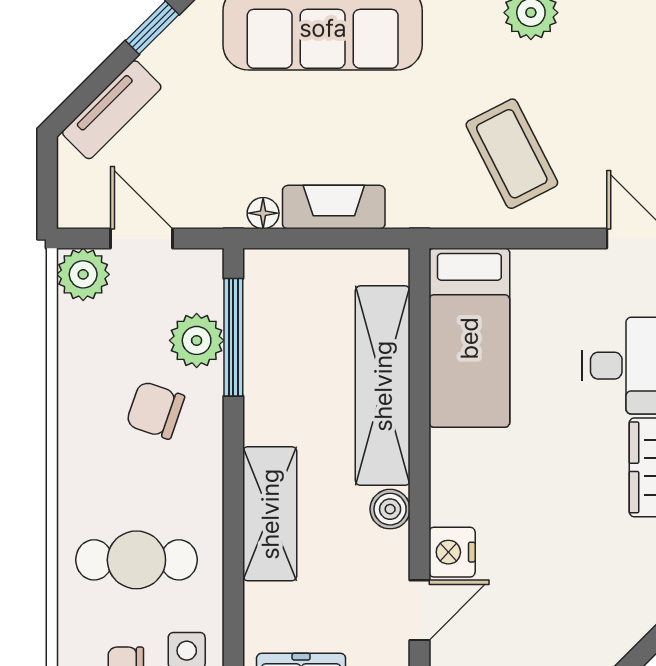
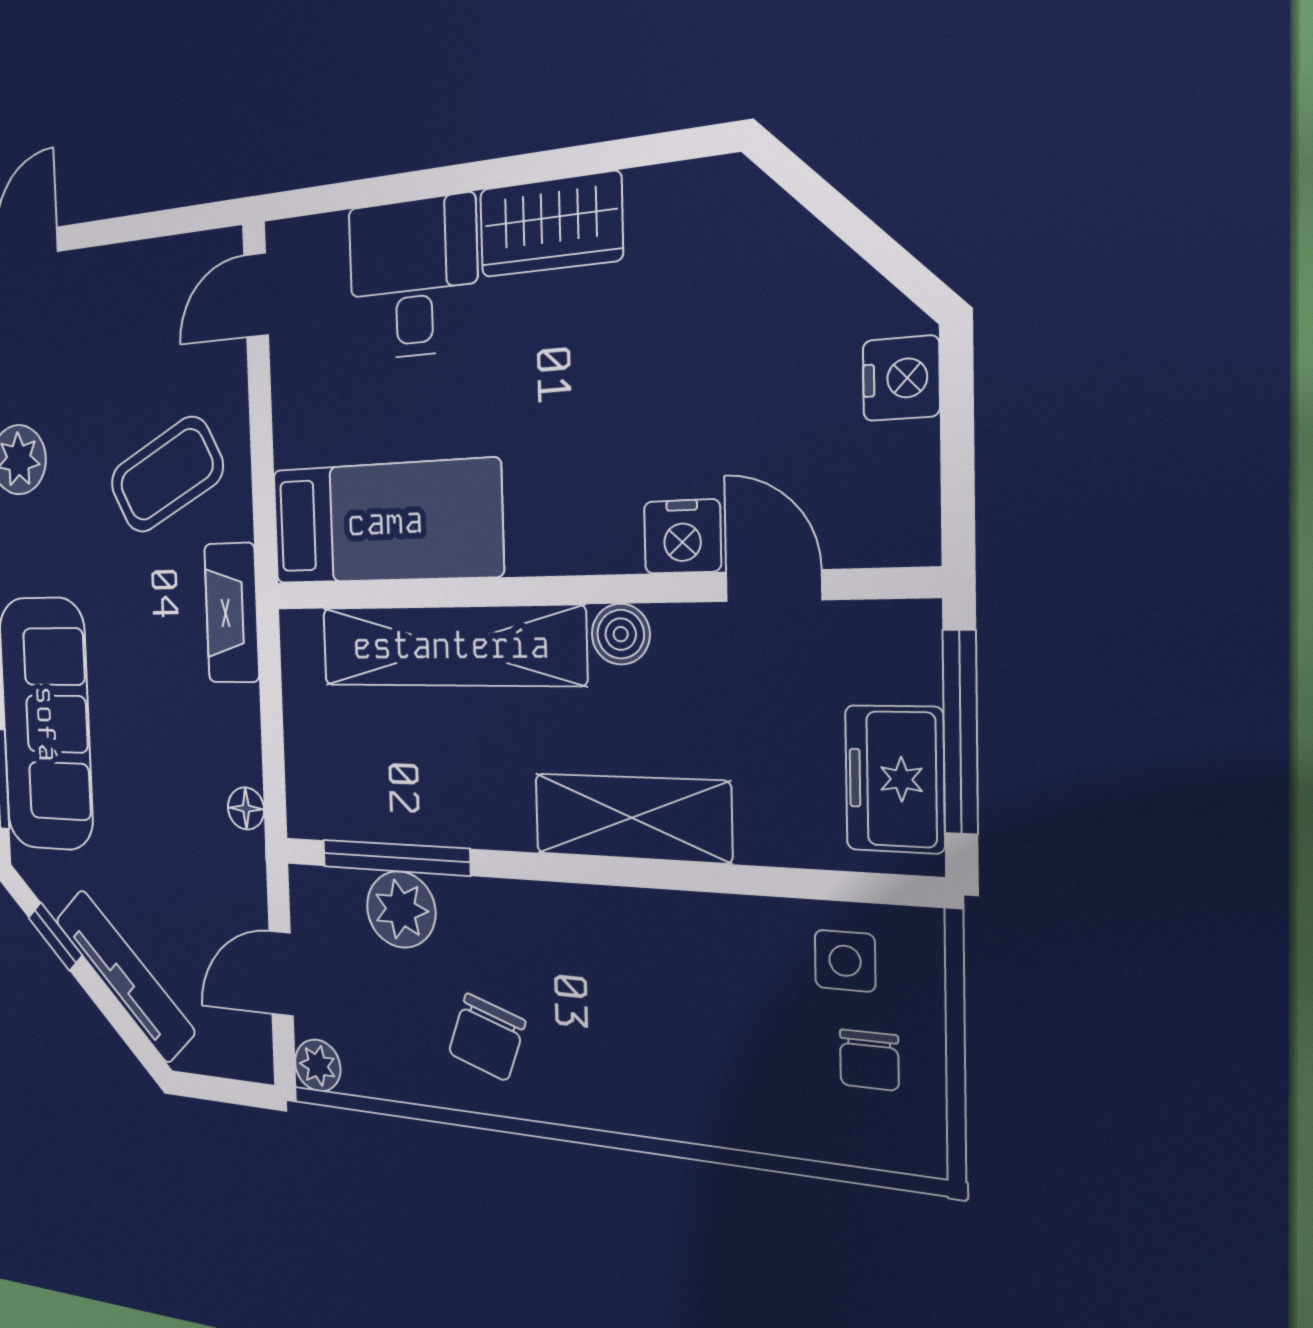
tv unit: (112, 110) -> (125, 976), width x1.41
fireplace: (334, 207) -> (232, 613), moved
plant: (83, 274) -> (318, 1065), width x0.73, depth x0.73
chair: (155, 410) -> (487, 1037), moved
cafe table: (136, 560) -> (704, 1026), removed

